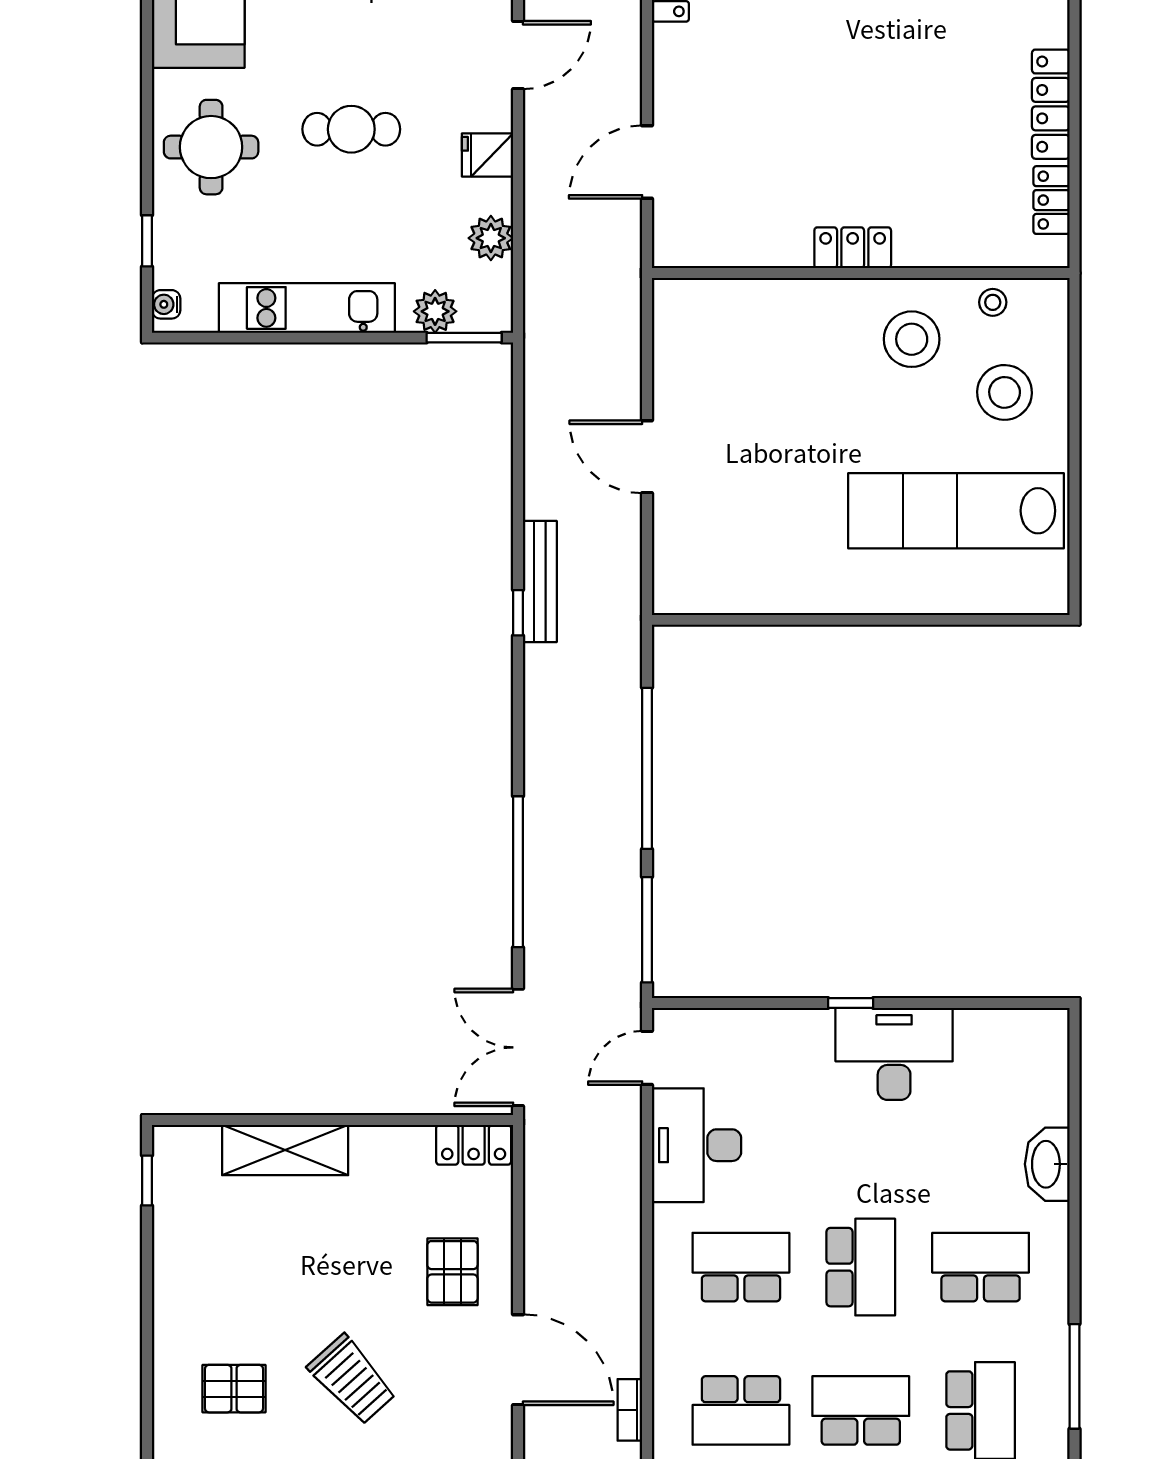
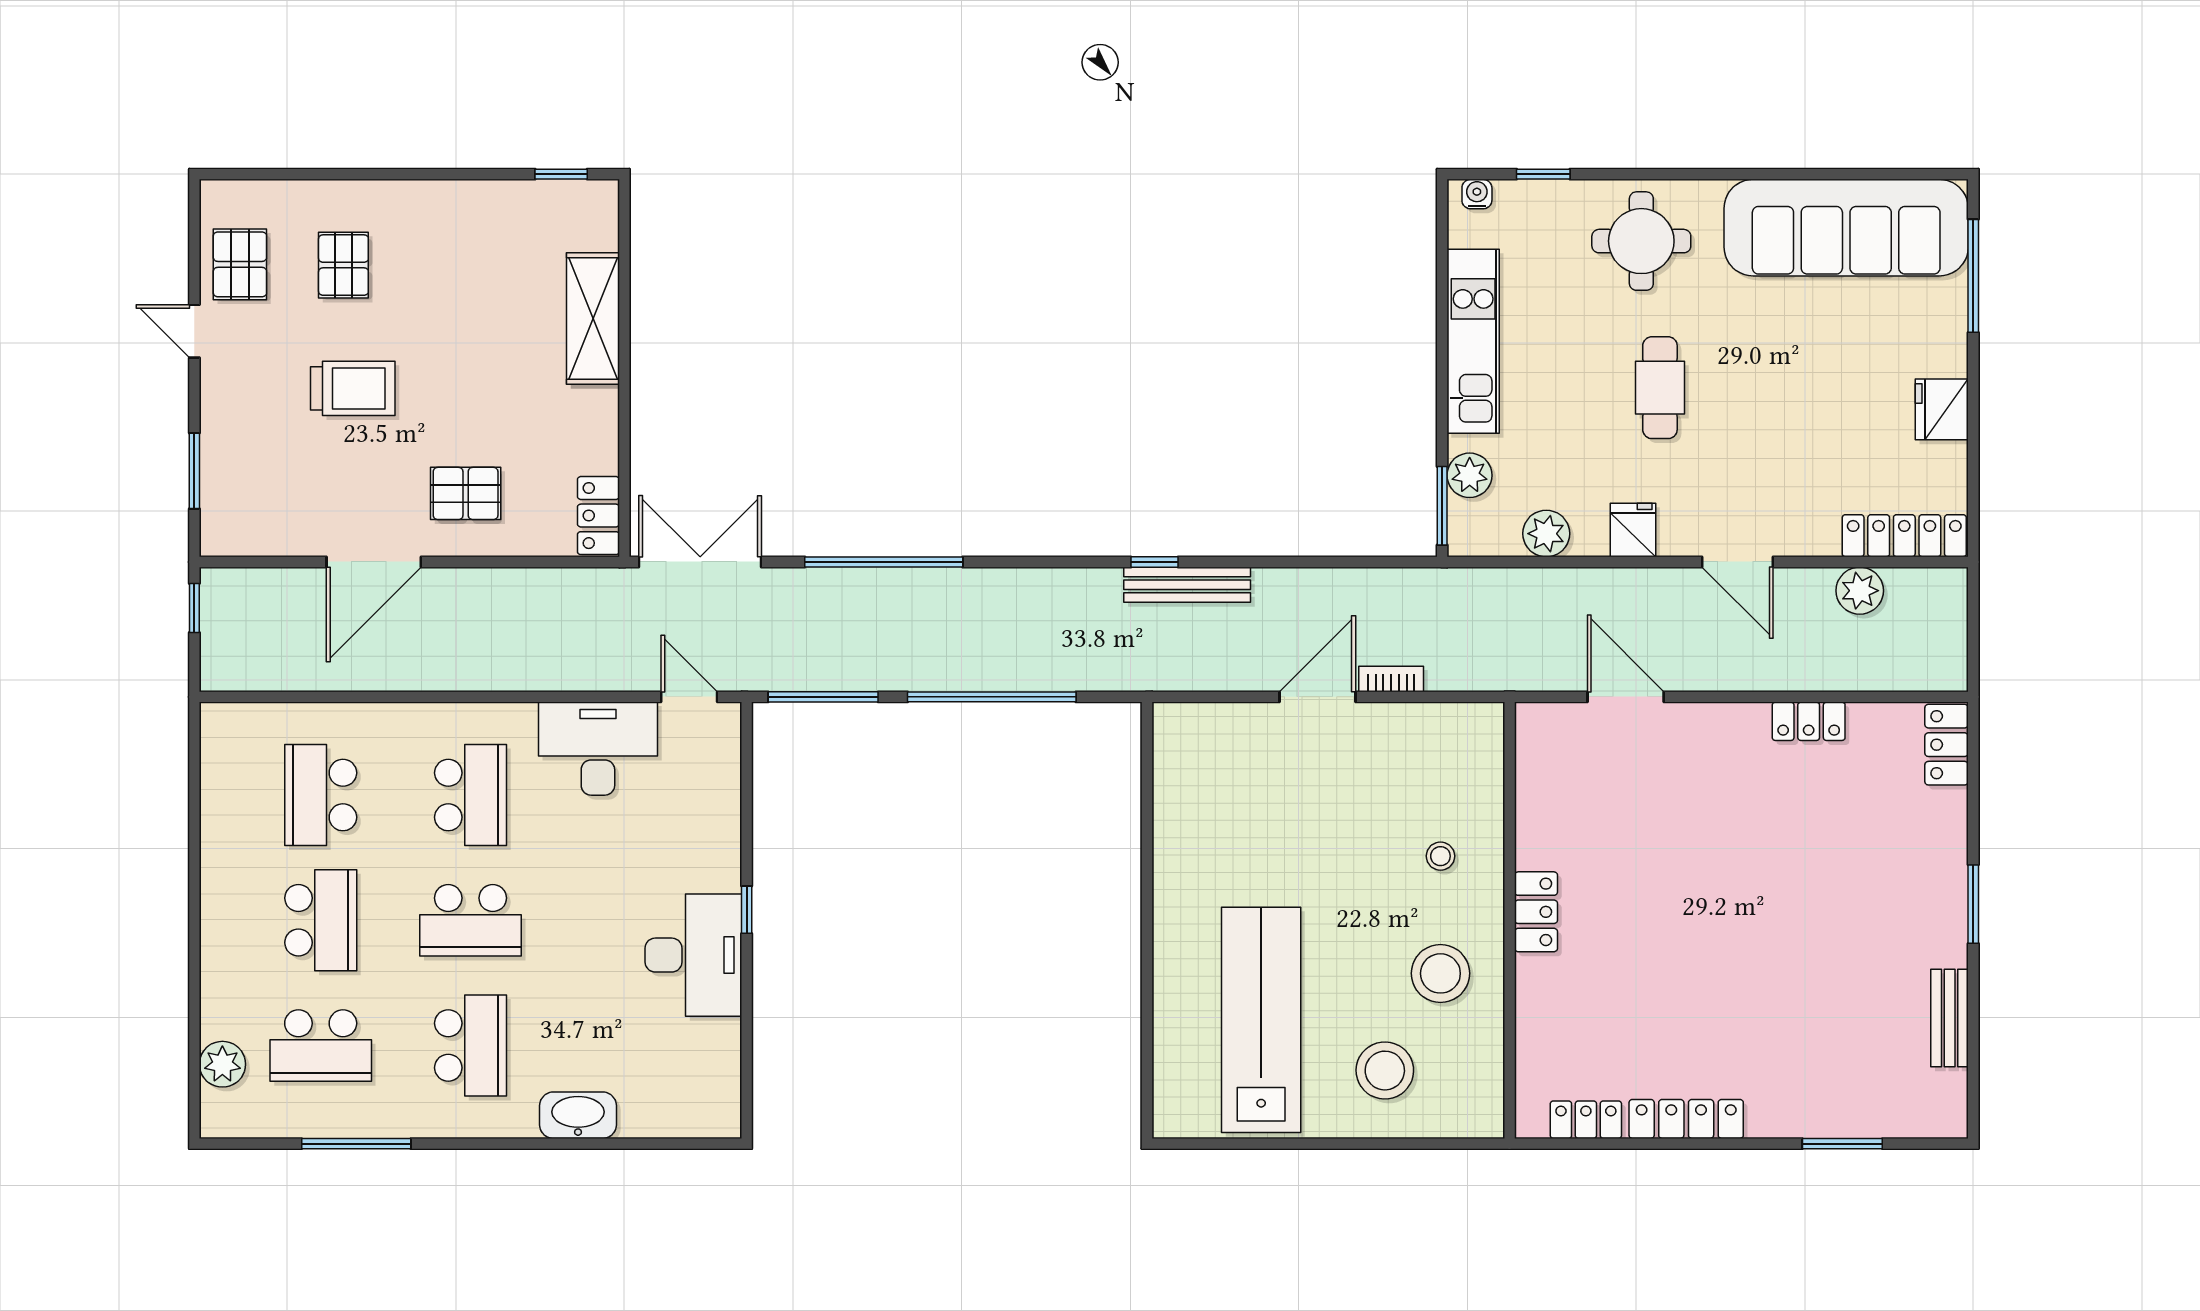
stool: (993, 302) -> (1440, 856), moved
trolley: (352, 1380) -> (353, 388), turned -138
bookcase: (630, 1410) -> (1391, 679), moved

